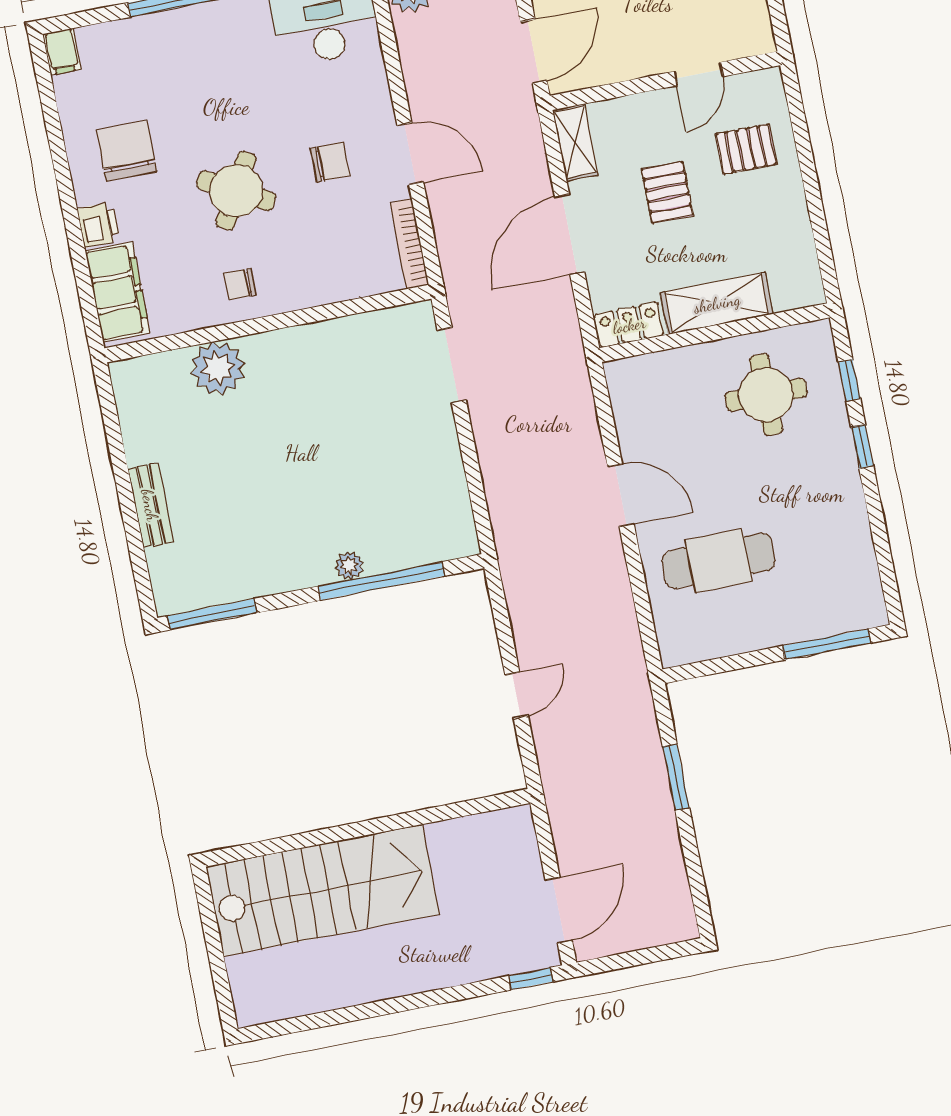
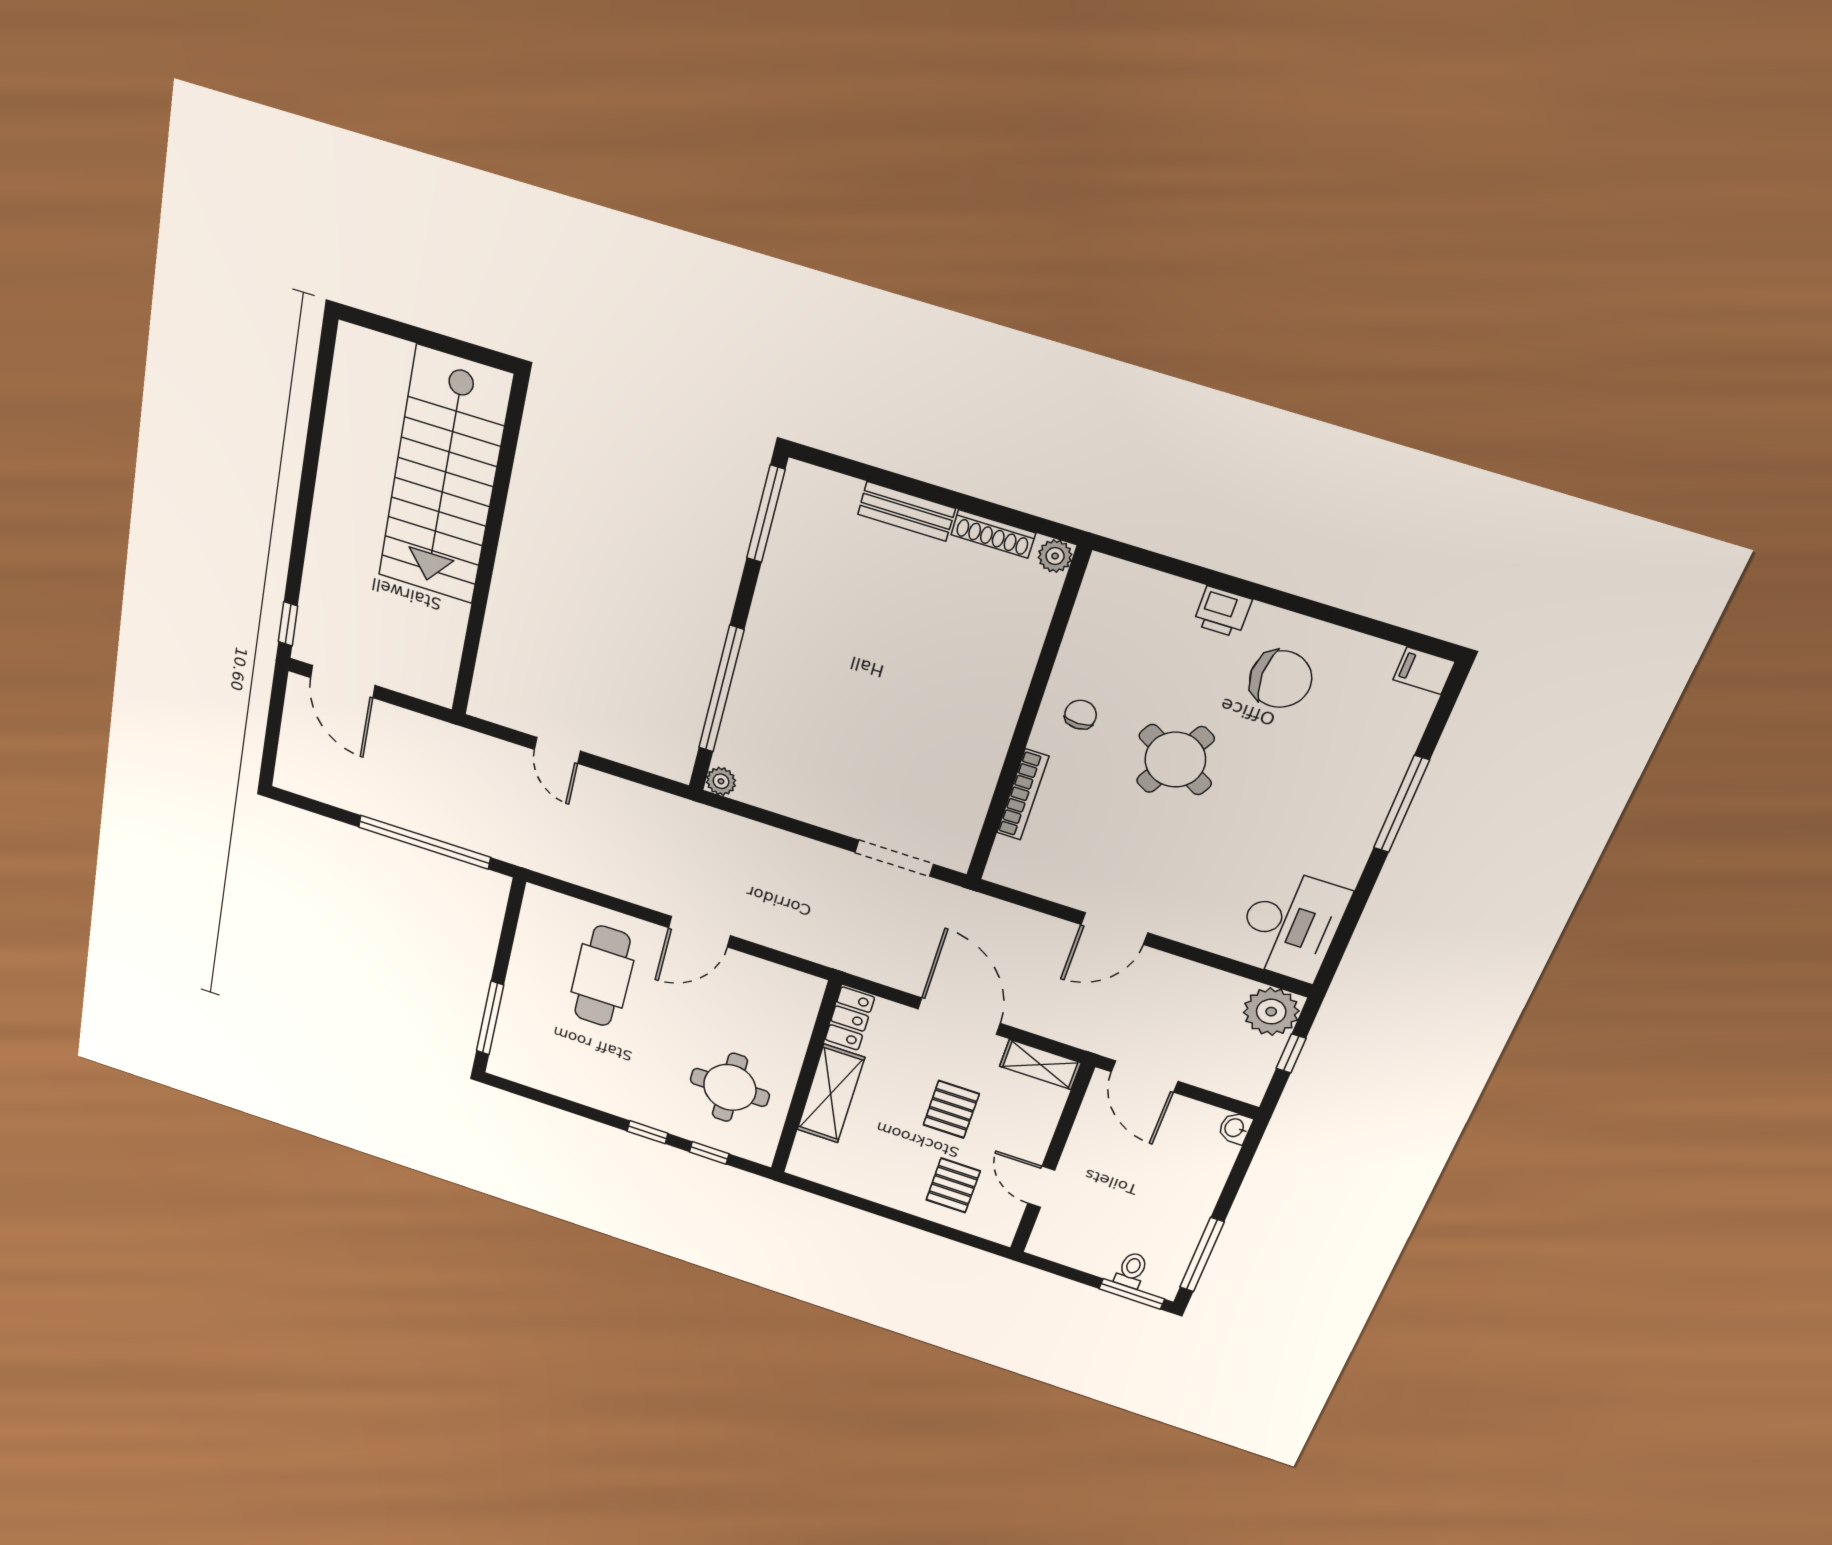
chair: (330, 162) -> (1150, 857), removed
pallet: (667, 192) -> (951, 1109), turned 90
bookcase: (409, 244) -> (1023, 795), moved, turned 90
filing cabinet: (118, 292) -> (1142, 594), removed
plant: (218, 368) -> (1055, 556), moved, width x0.53, depth x0.53
shoe rack: (132, 430) -> (993, 534), added
plant: (349, 566) -> (721, 781), moved
window: (676, 777) -> (424, 842), width x2.11

